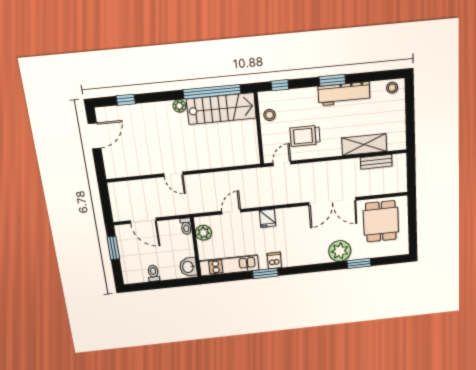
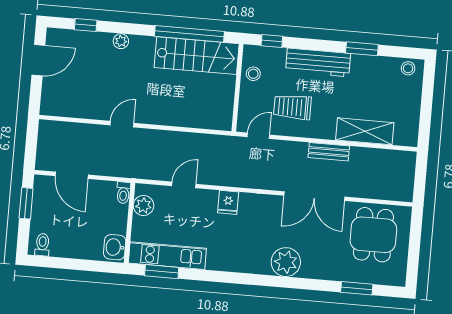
window: (332, 80) -> (362, 49), moved
workbench: (344, 94) -> (318, 62), moved
plant: (179, 106) -> (121, 41), moved
bench: (376, 162) -> (329, 152), moved
door: (173, 174) -> (122, 124), swing flipped
plant: (340, 251) -> (286, 262), moved
dishwasher: (274, 261) -> (227, 261), removed
window: (359, 263) -> (357, 288), moved
toilet: (153, 273) -> (42, 245), moved
window: (265, 273) -> (162, 272), moved

